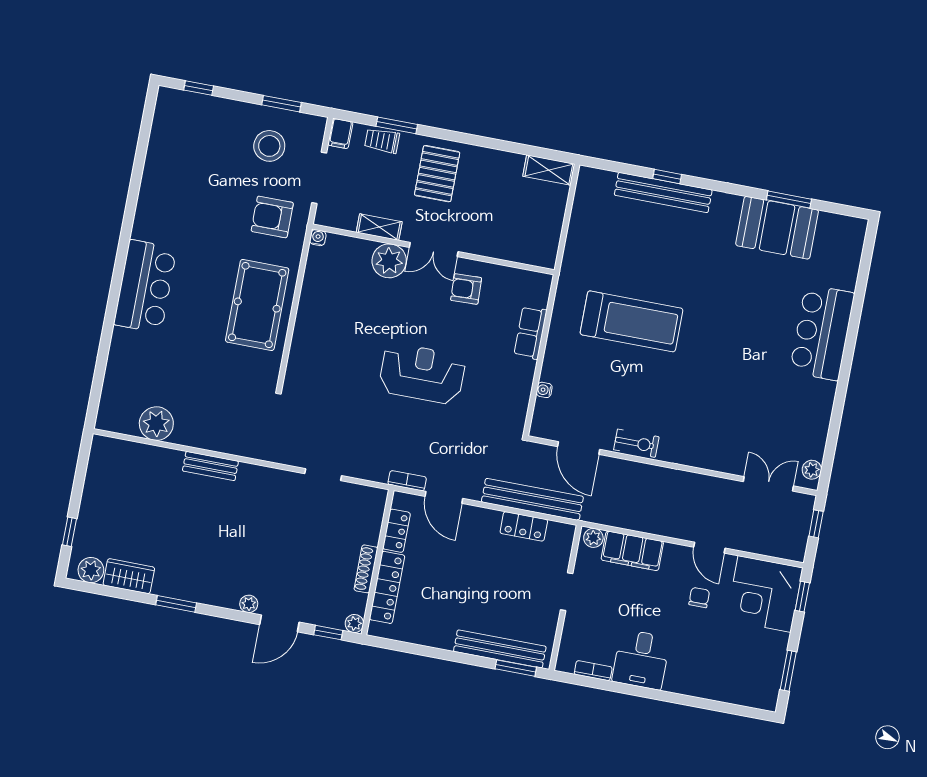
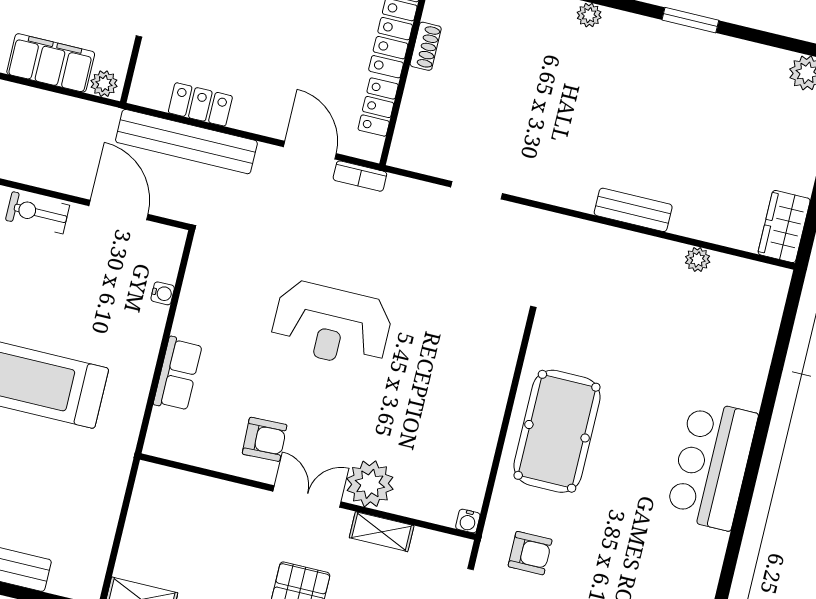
armchair: (272, 217) -> (530, 553), width x0.72, depth x0.72
plant: (156, 424) -> (698, 259), width x0.53, depth x0.53
shoe rack: (366, 569) -> (426, 46), width x0.70
wardrobe: (129, 576) -> (784, 226), moved, turned 90

